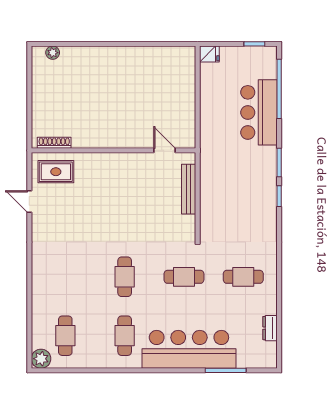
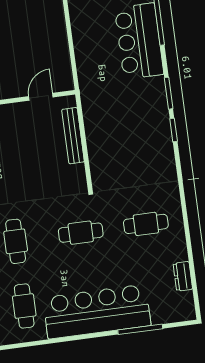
door: (164, 150) -> (41, 97), hinge flipped

